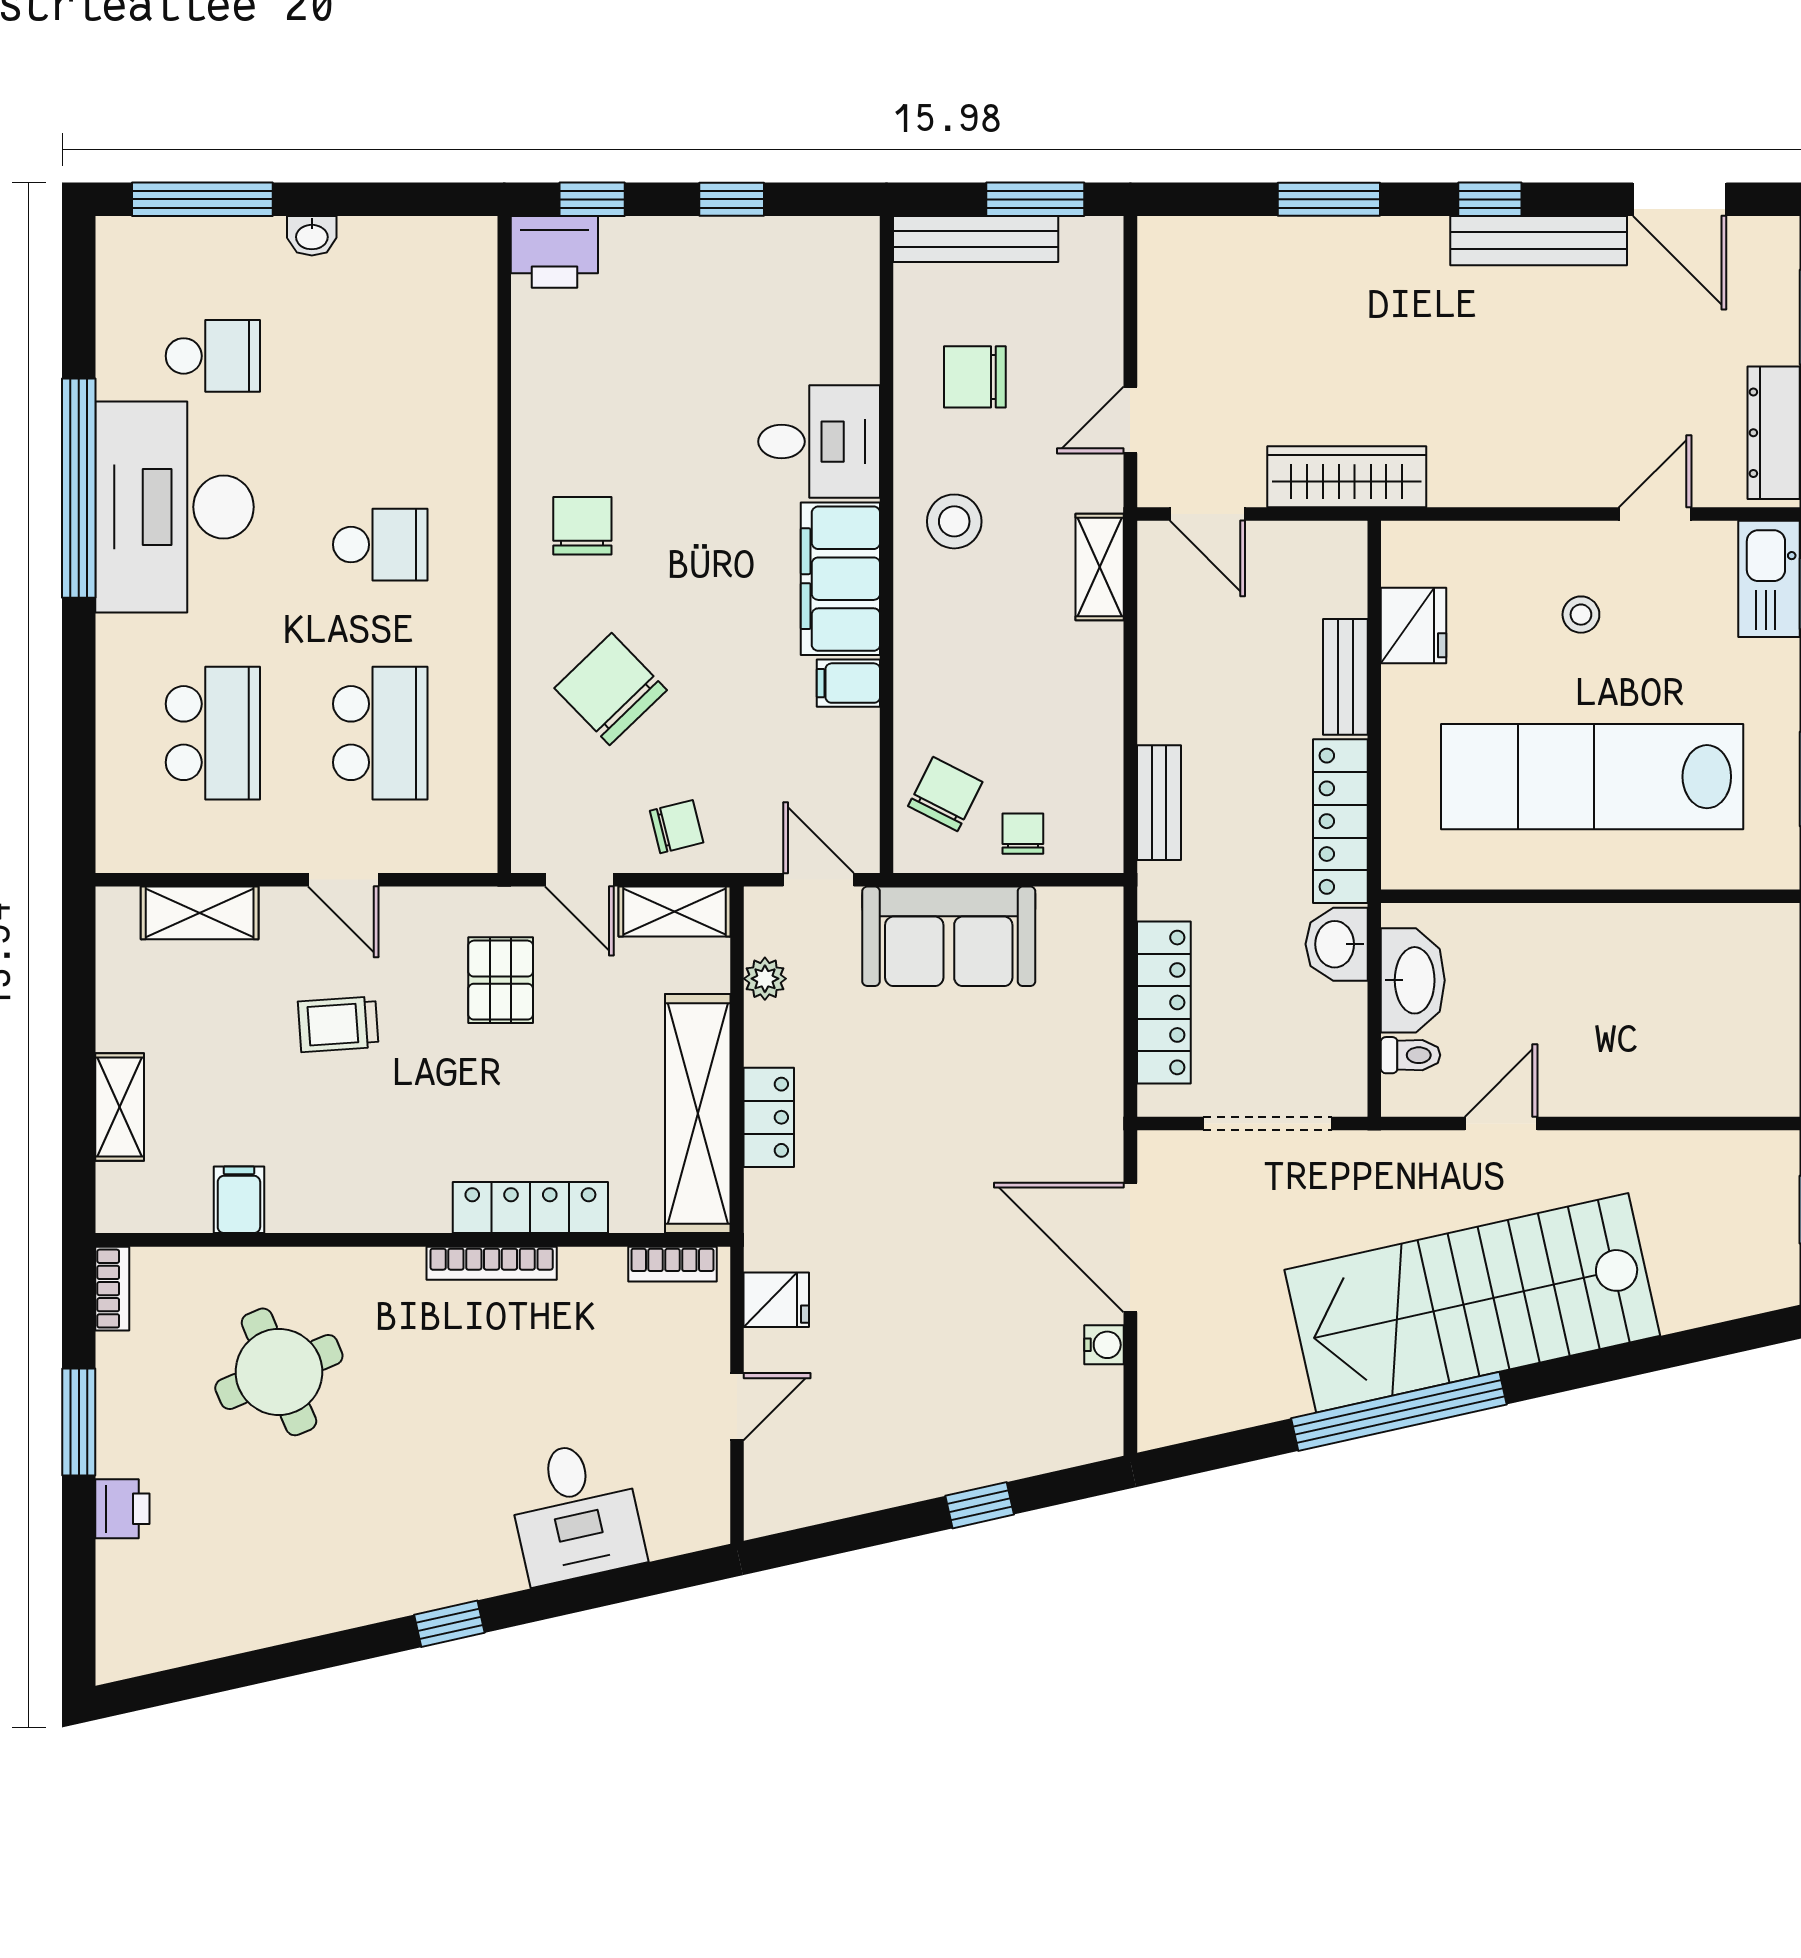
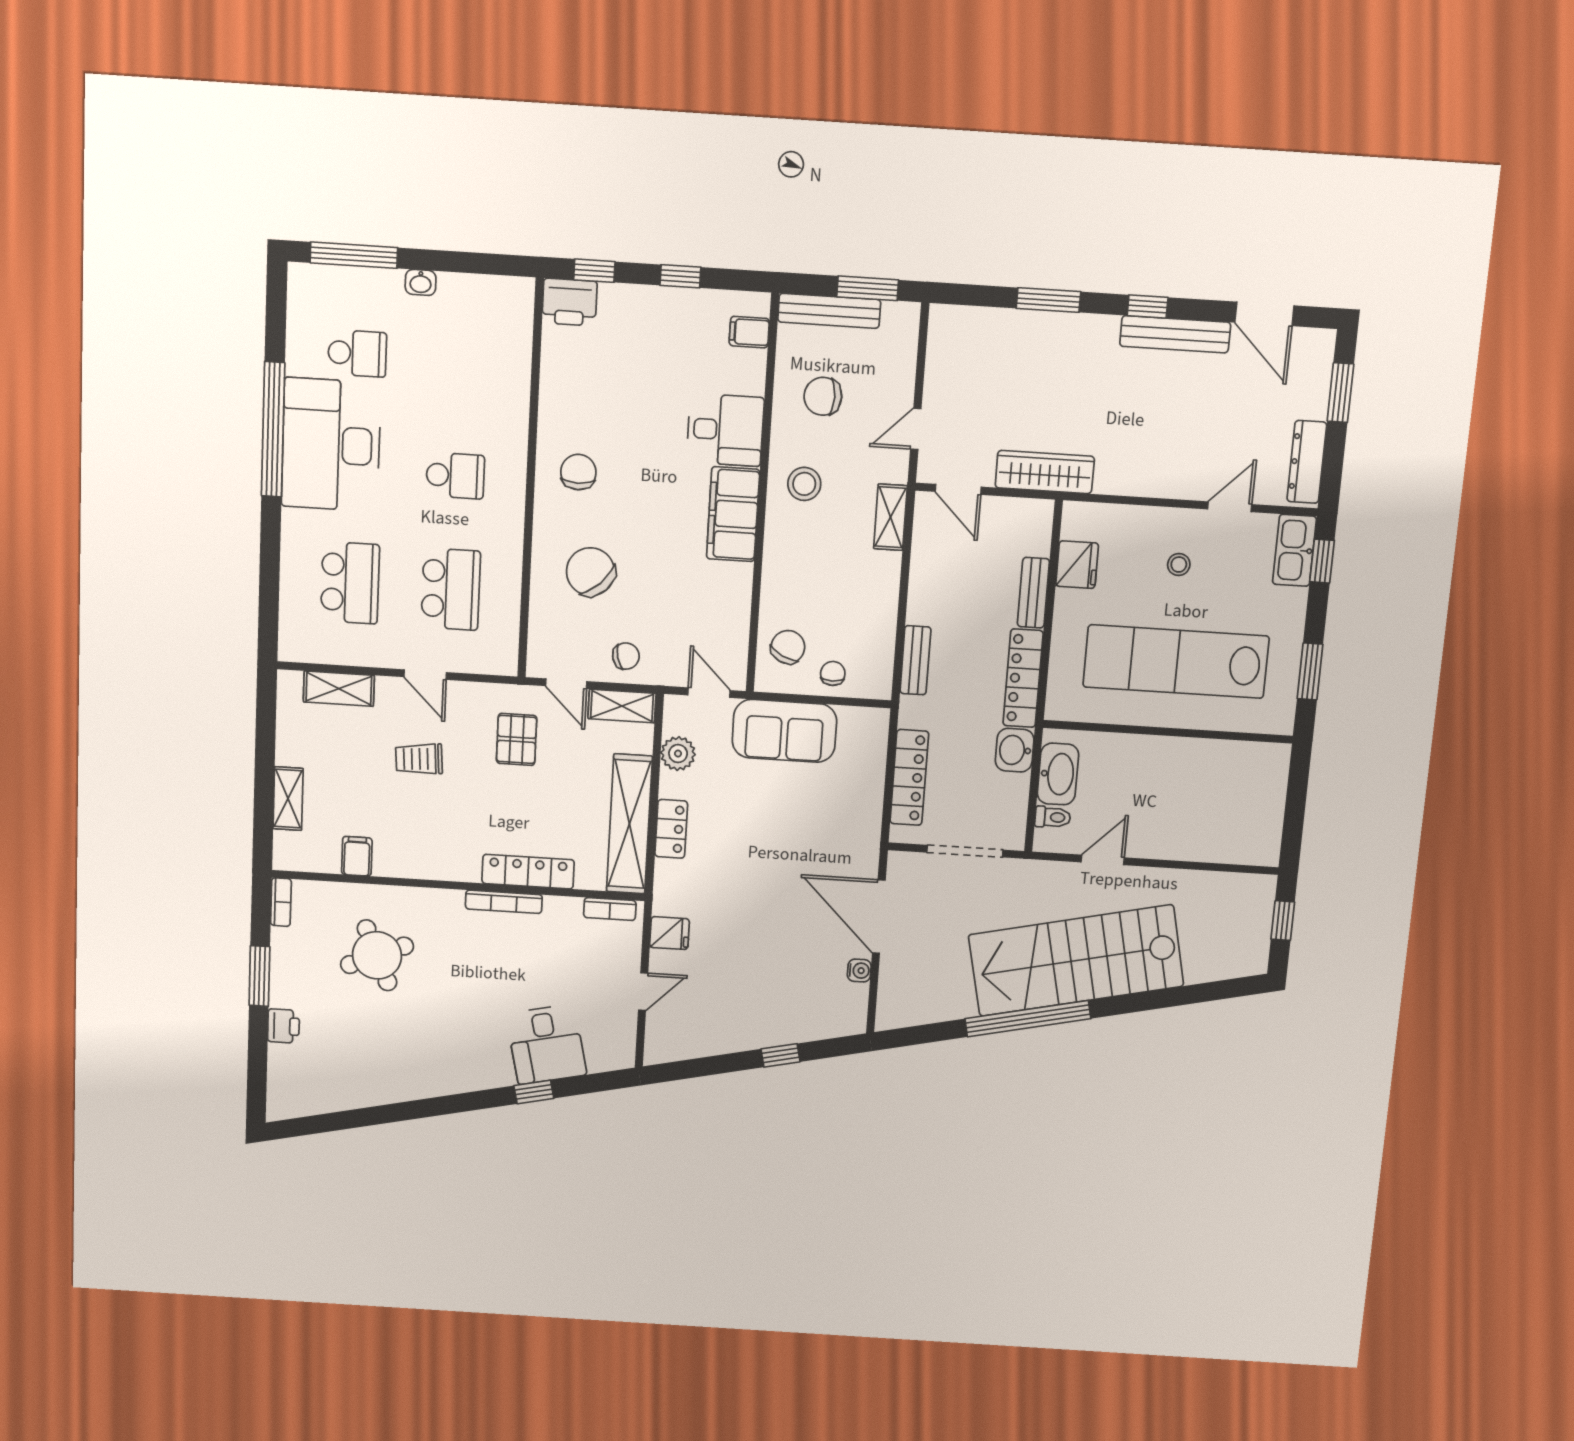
filing cabinet: (848, 683) -> (749, 332), moved
plant: (765, 979) -> (678, 754), width x1.38, depth x1.38
window: (449, 1624) -> (534, 1092), moved

